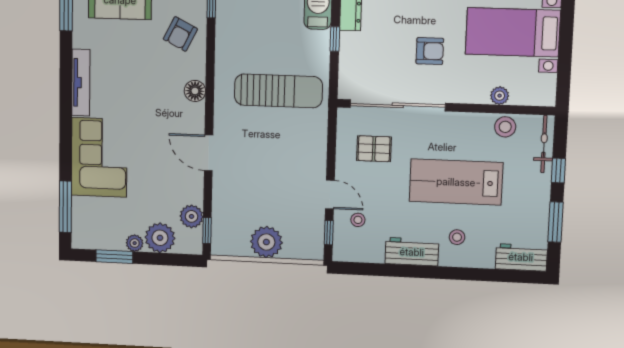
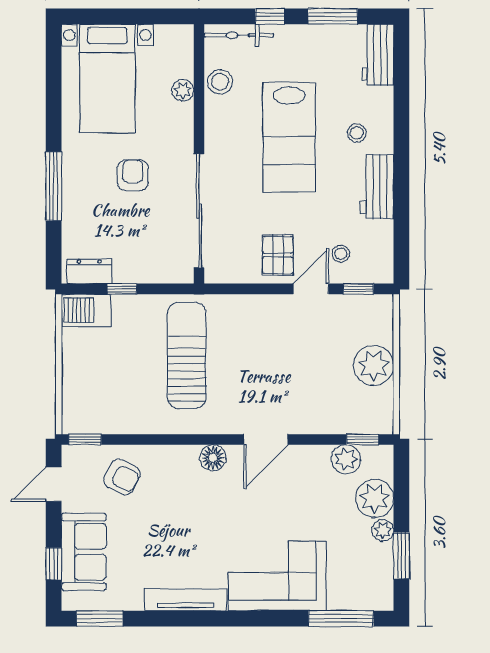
floor lamp: (195, 91) -> (213, 458), moved
pallet: (374, 149) -> (278, 255), moved

